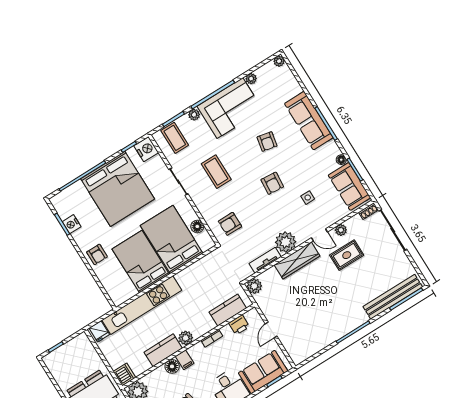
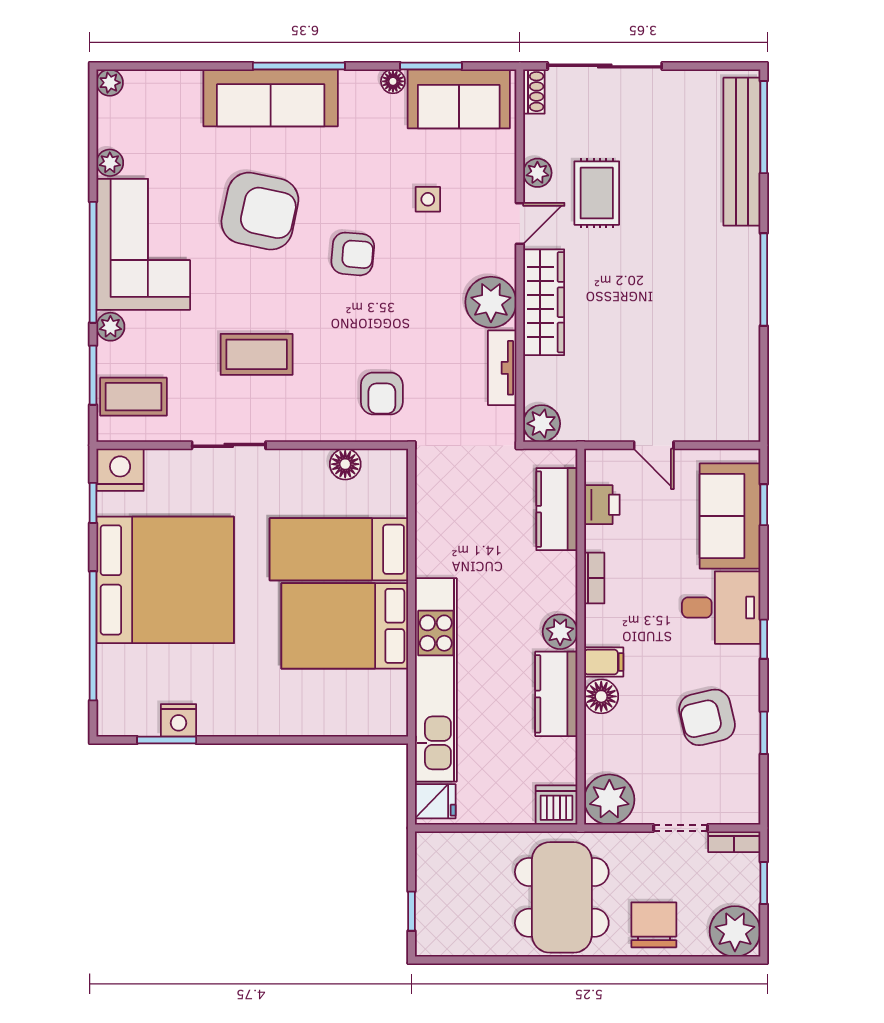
armchair: (267, 142) -> (260, 211), width x1.88, depth x1.88
bed: (172, 239) -> (339, 549), width x0.67
armchair: (97, 254) -> (274, 707), removed

